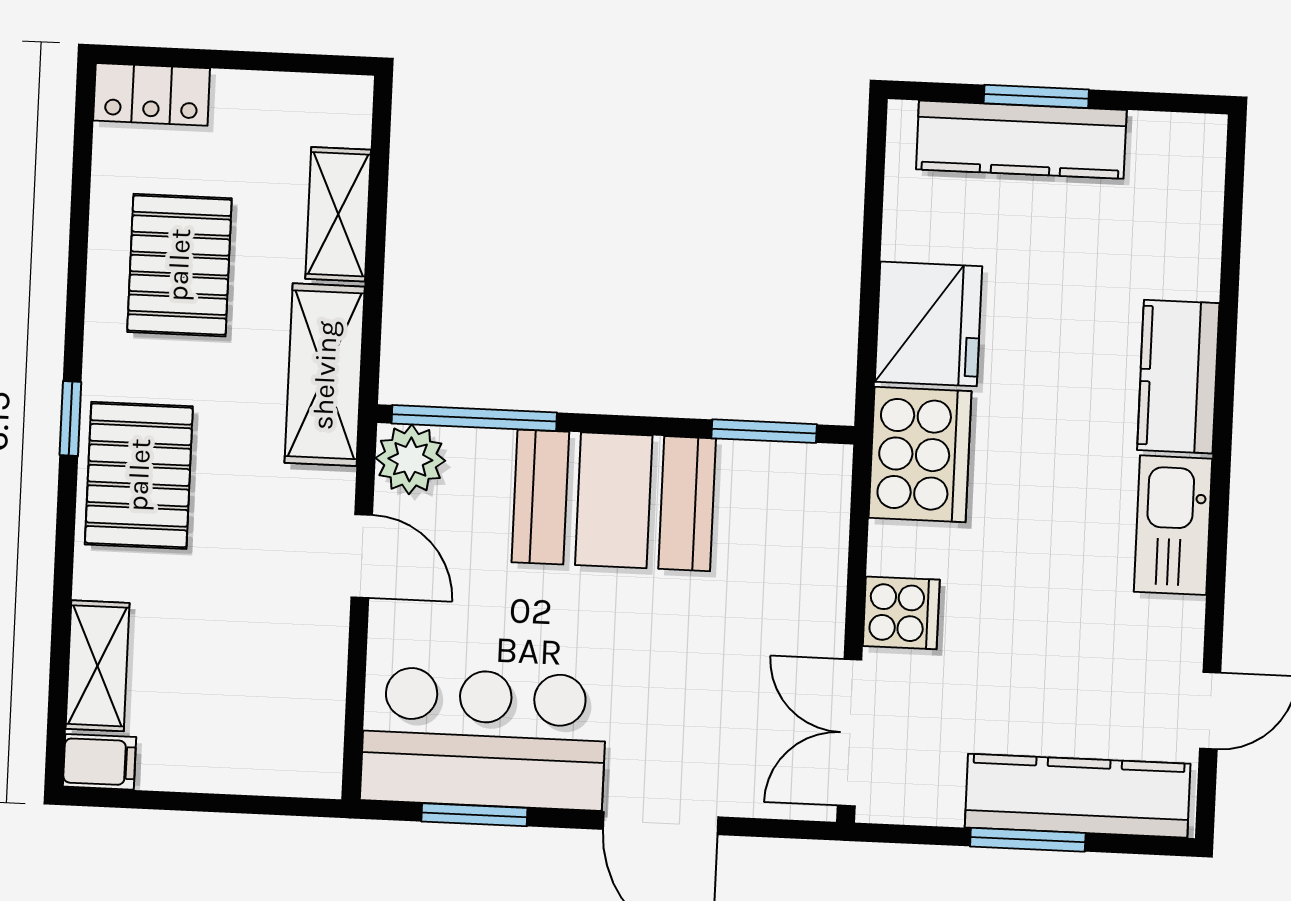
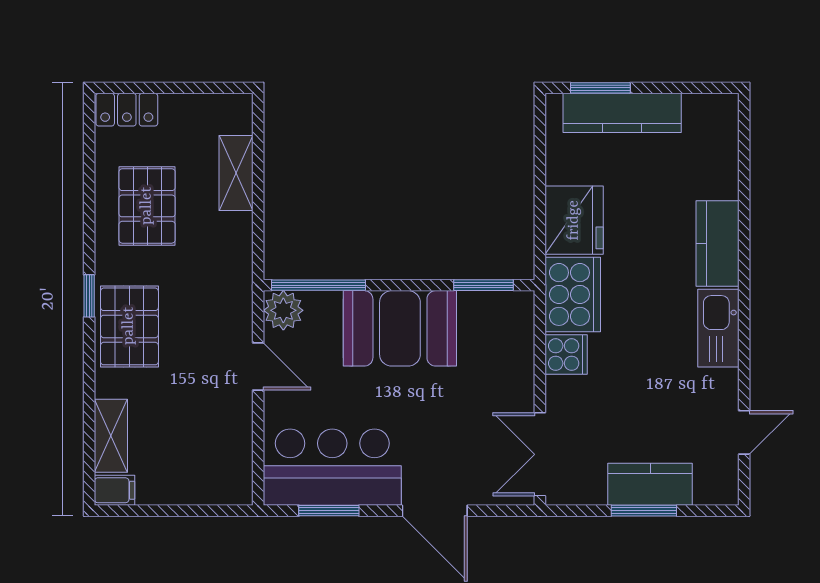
window: (1036, 96) -> (600, 88), moved
shelving: (325, 375) -> (232, 264), removed
cooker: (901, 613) -> (566, 355), moved
kitchen counter: (1078, 796) -> (650, 484), width x0.67

